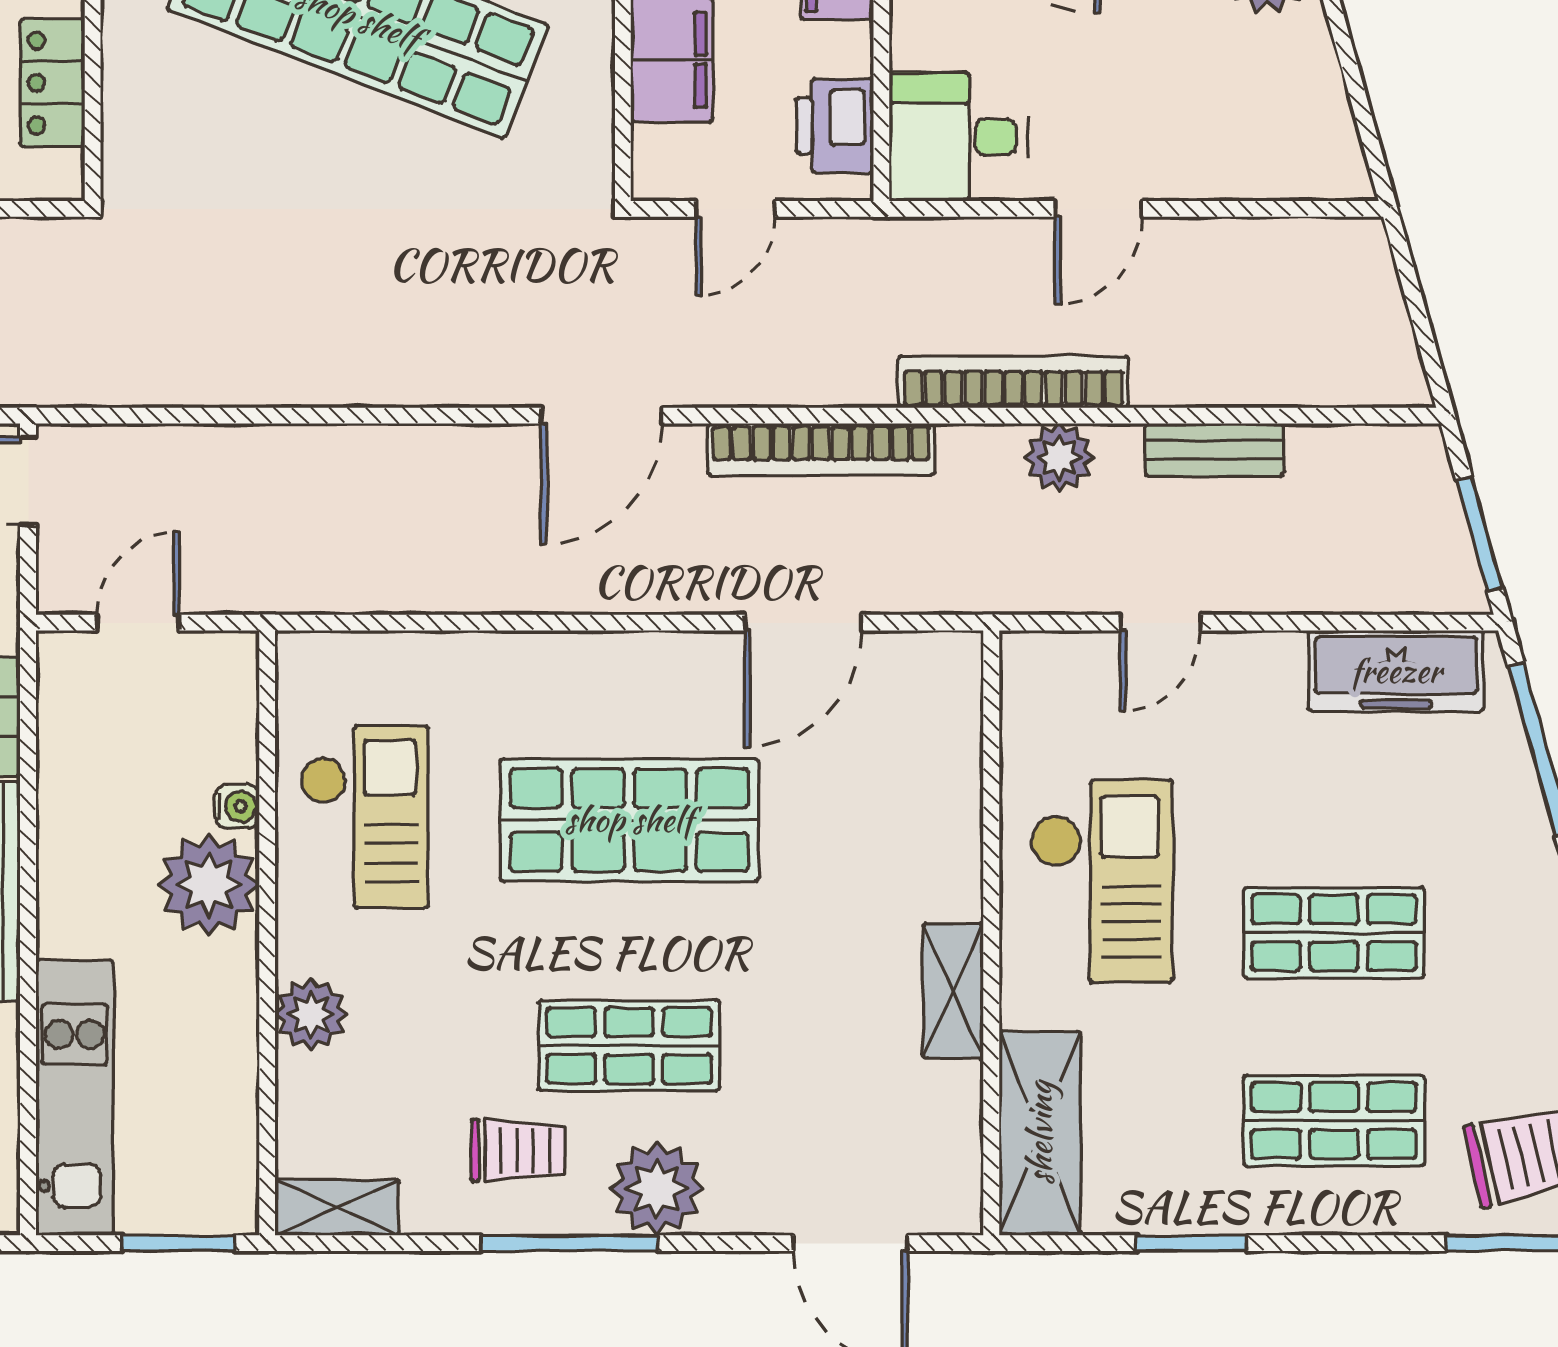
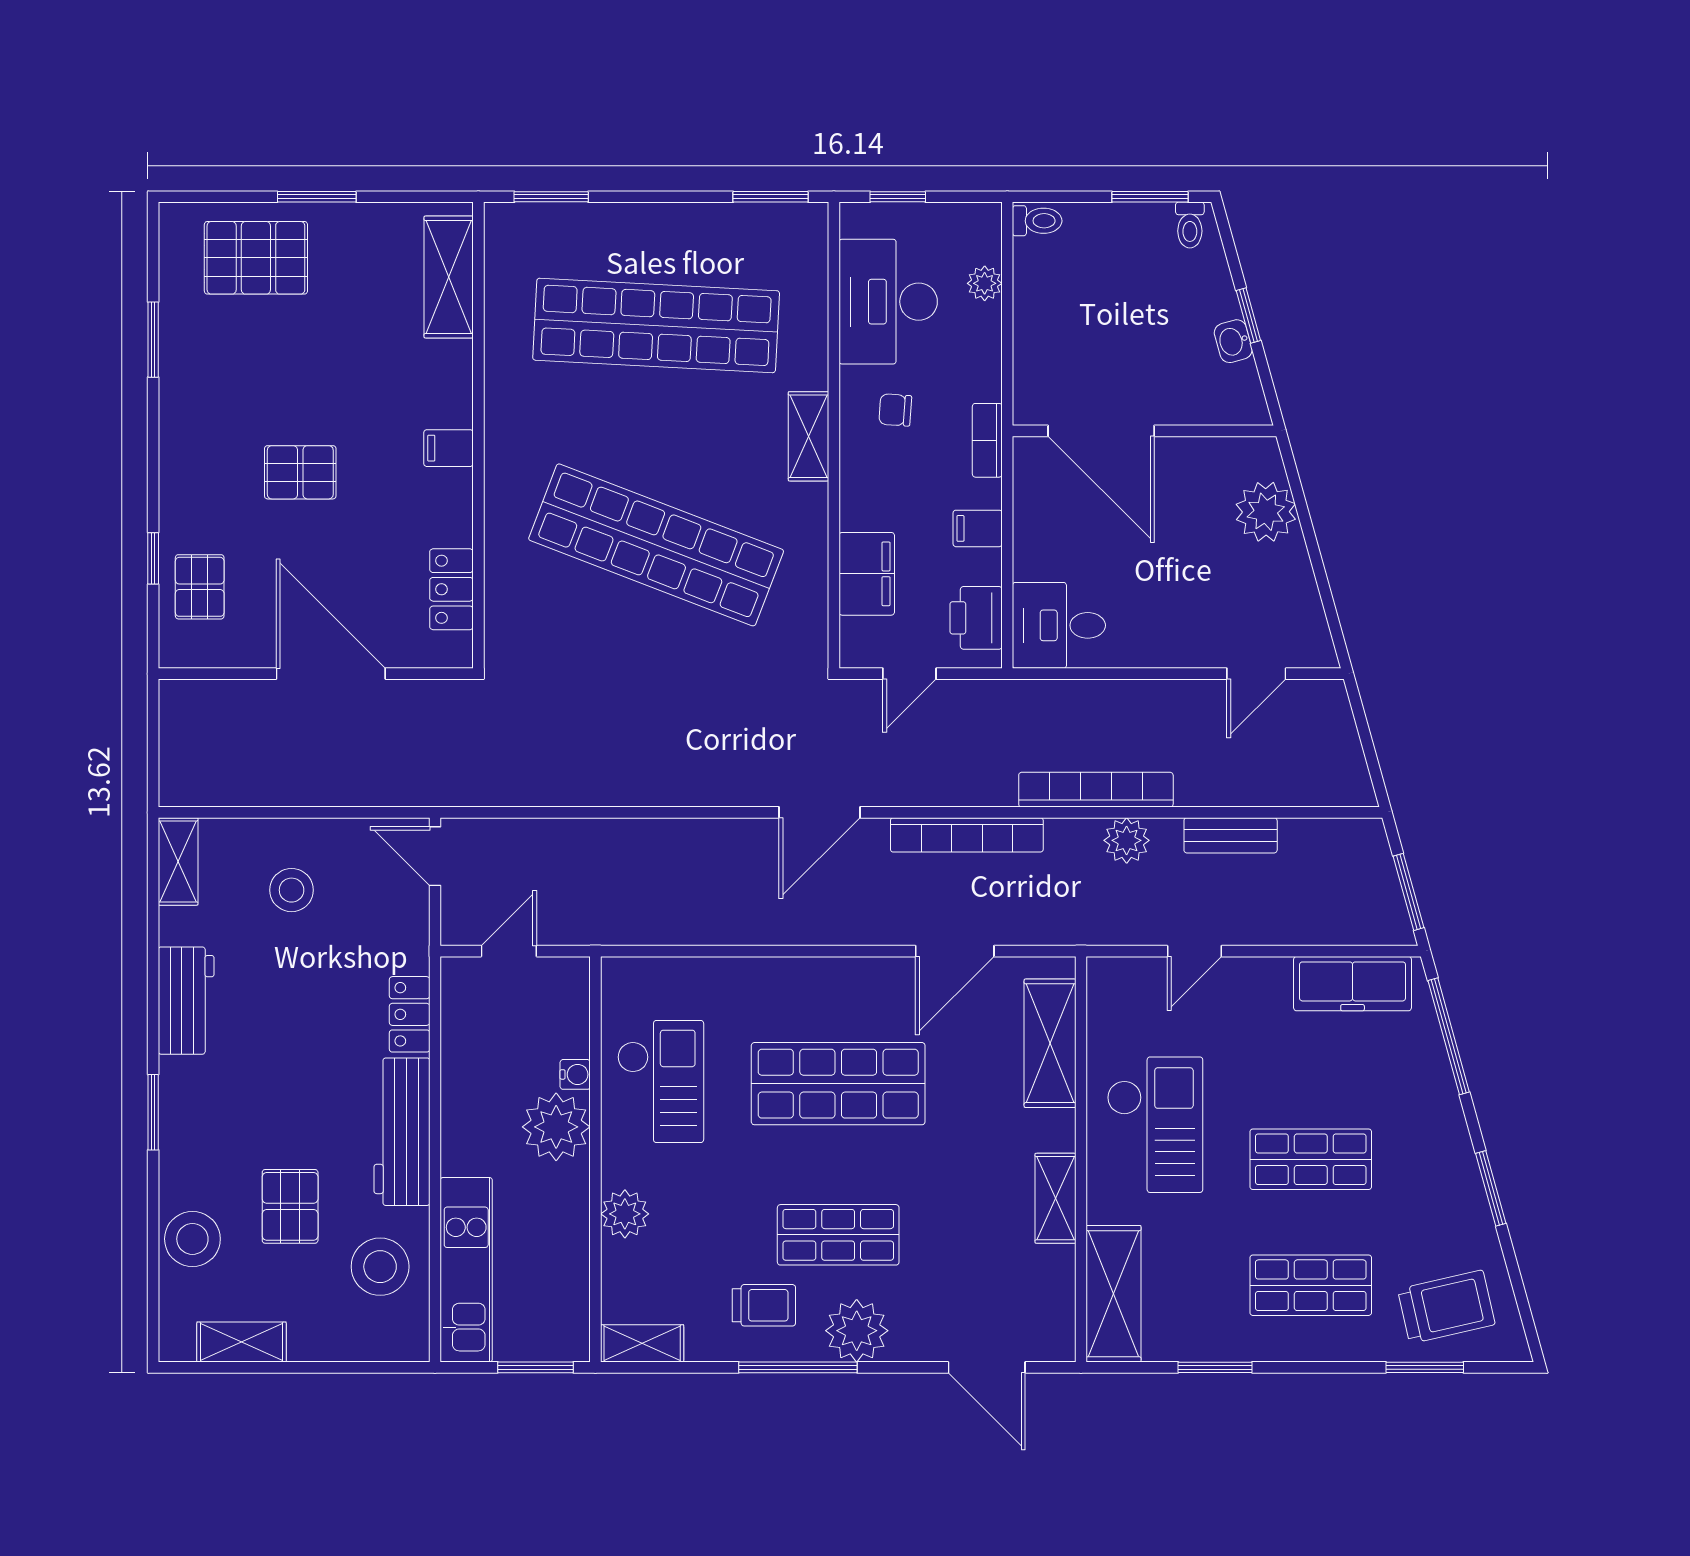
door: (1098, 209) -> (1256, 674), moved
shelving: (945, 760) -> (1050, 1043), added

